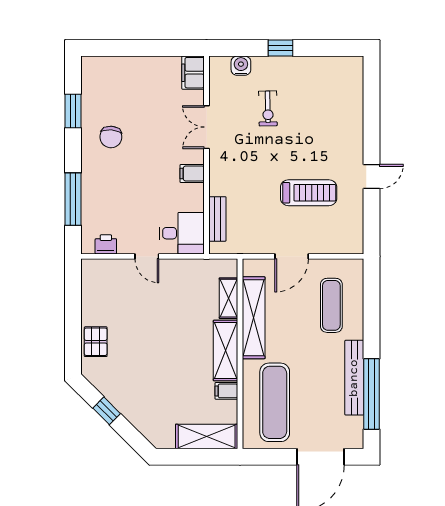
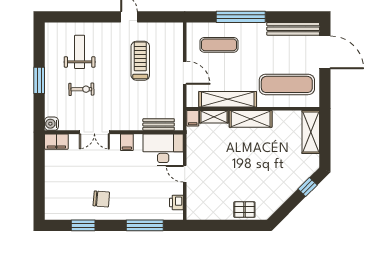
window: (281, 48) -> (39, 80), width x1.50
water cooler: (241, 66) -> (51, 124), moved
weight bench: (321, 106) -> (80, 52), added
desk: (182, 233) -> (163, 149), width x1.37
door: (147, 256) -> (185, 174), swing flipped
bench: (354, 378) -> (293, 29), moved
filing cabinet: (226, 391) -> (193, 118), moved
window: (372, 394) -> (241, 17), moved
window: (107, 411) -> (308, 187), moved

